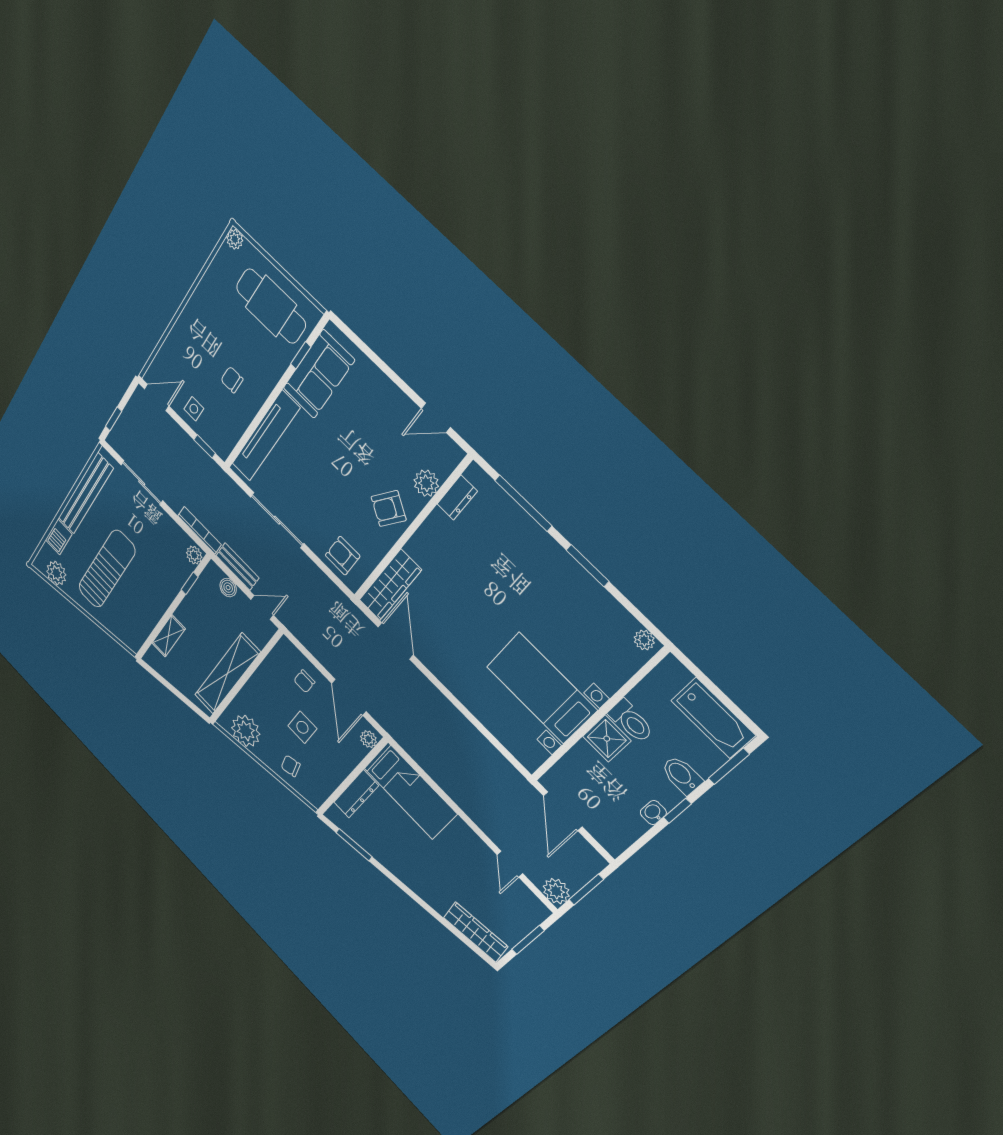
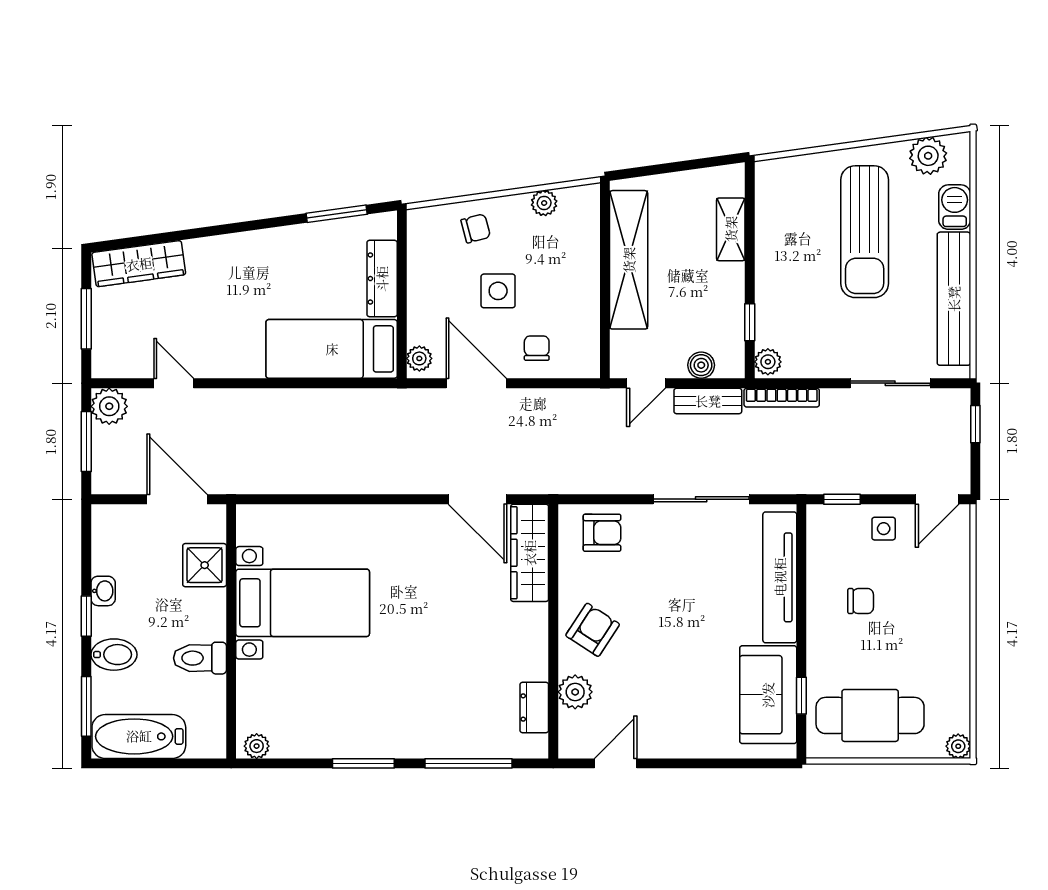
plant: (246, 731) -> (544, 203), width x0.53, depth x0.53
shower: (607, 739) -> (205, 565), moved

